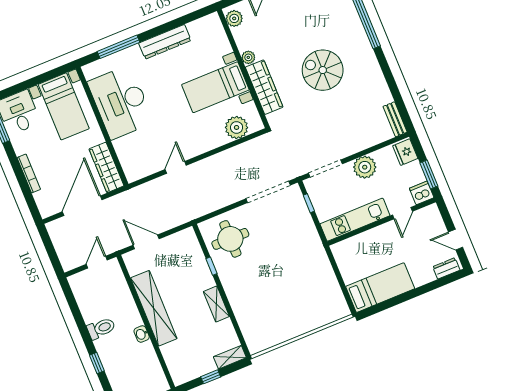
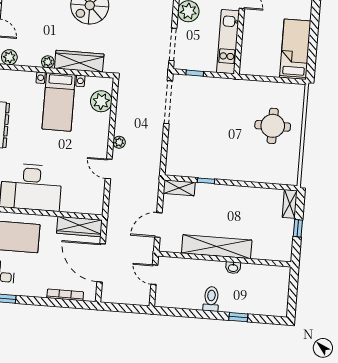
plant: (206, 164) -> (119, 142), added
bookcase: (29, 173) -> (65, 295), moved
round table: (230, 239) -> (273, 126), moved
shelving: (216, 304) -> (179, 188), moved

